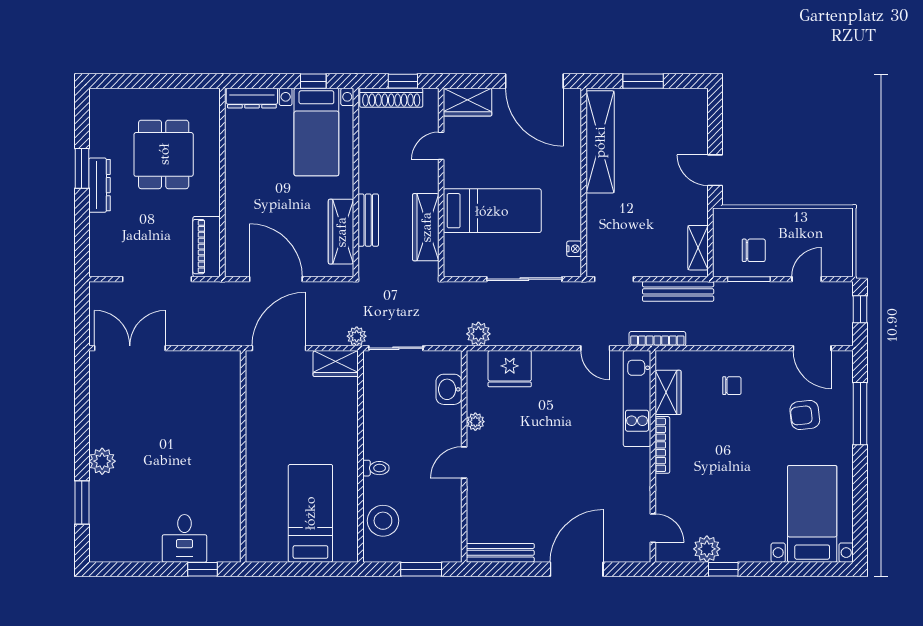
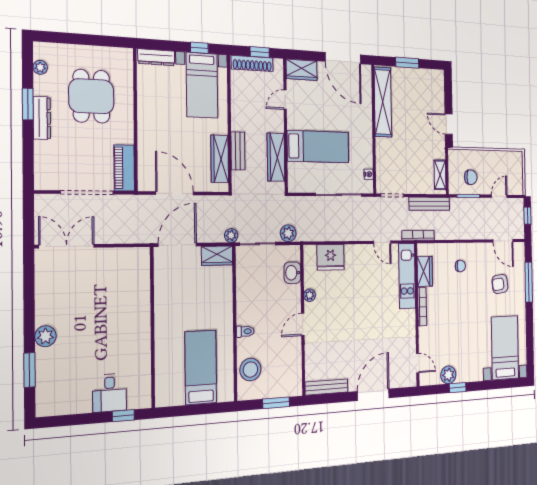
plant: (98, 121) -> (40, 67), added
plant: (478, 334) -> (288, 233), moved

